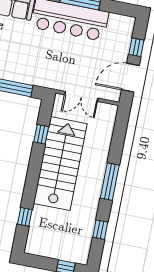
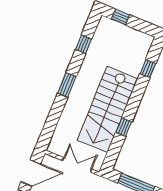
window: (41, 134) -> (124, 127), moved
window: (110, 182) -> (67, 85), width x0.69

